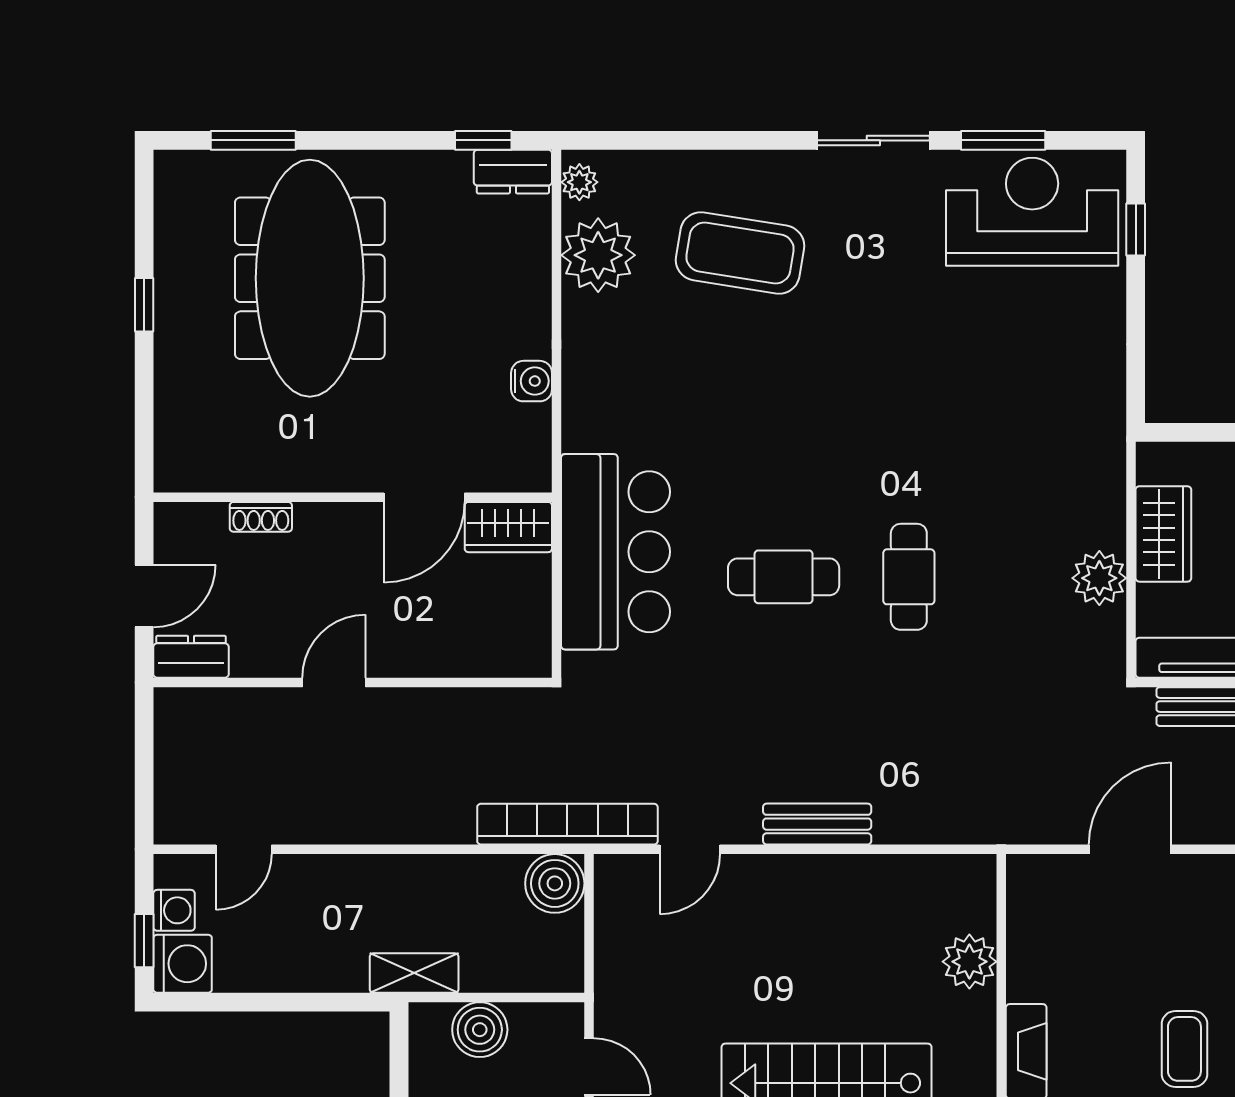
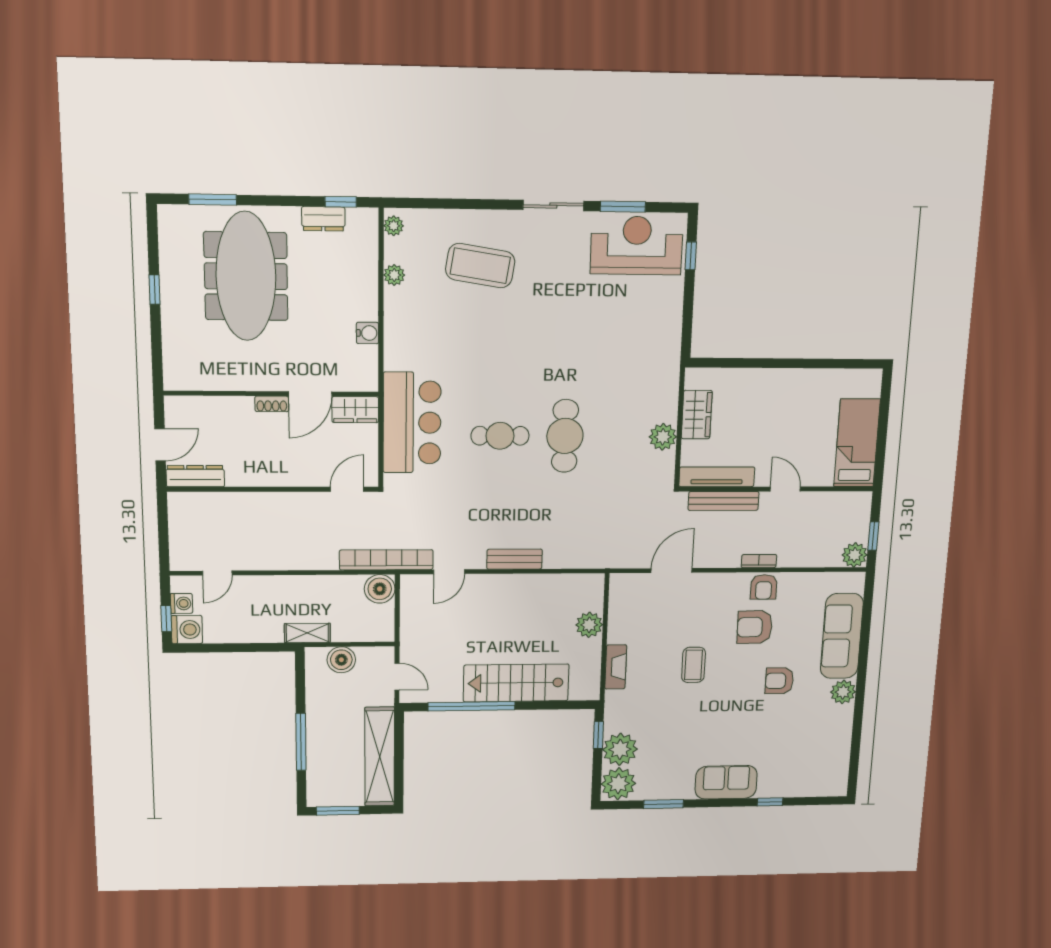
dresser: (513, 172) -> (323, 219), moved
plant: (598, 255) -> (394, 275), width x0.53, depth x0.53
shoe rack: (261, 517) -> (272, 404), moved
cafe table: (909, 577) -> (565, 436), width x1.37, depth x1.35
dresser: (191, 657) -> (195, 476), width x1.44
door: (334, 682) -> (347, 489), moved

